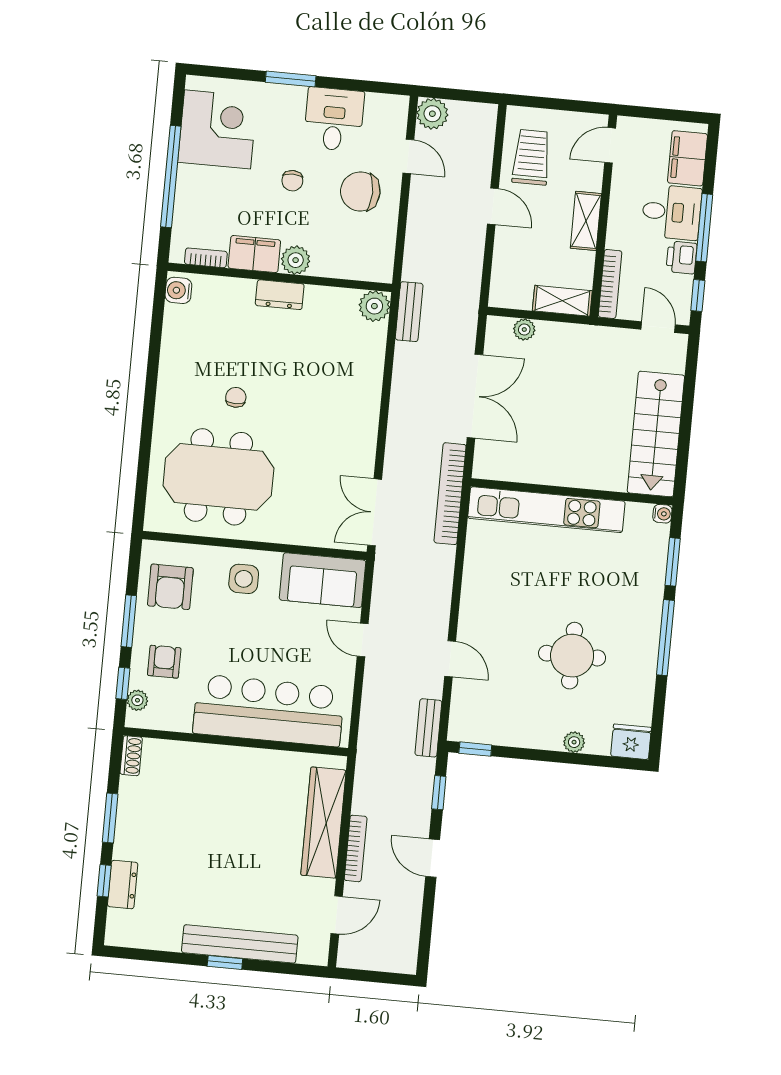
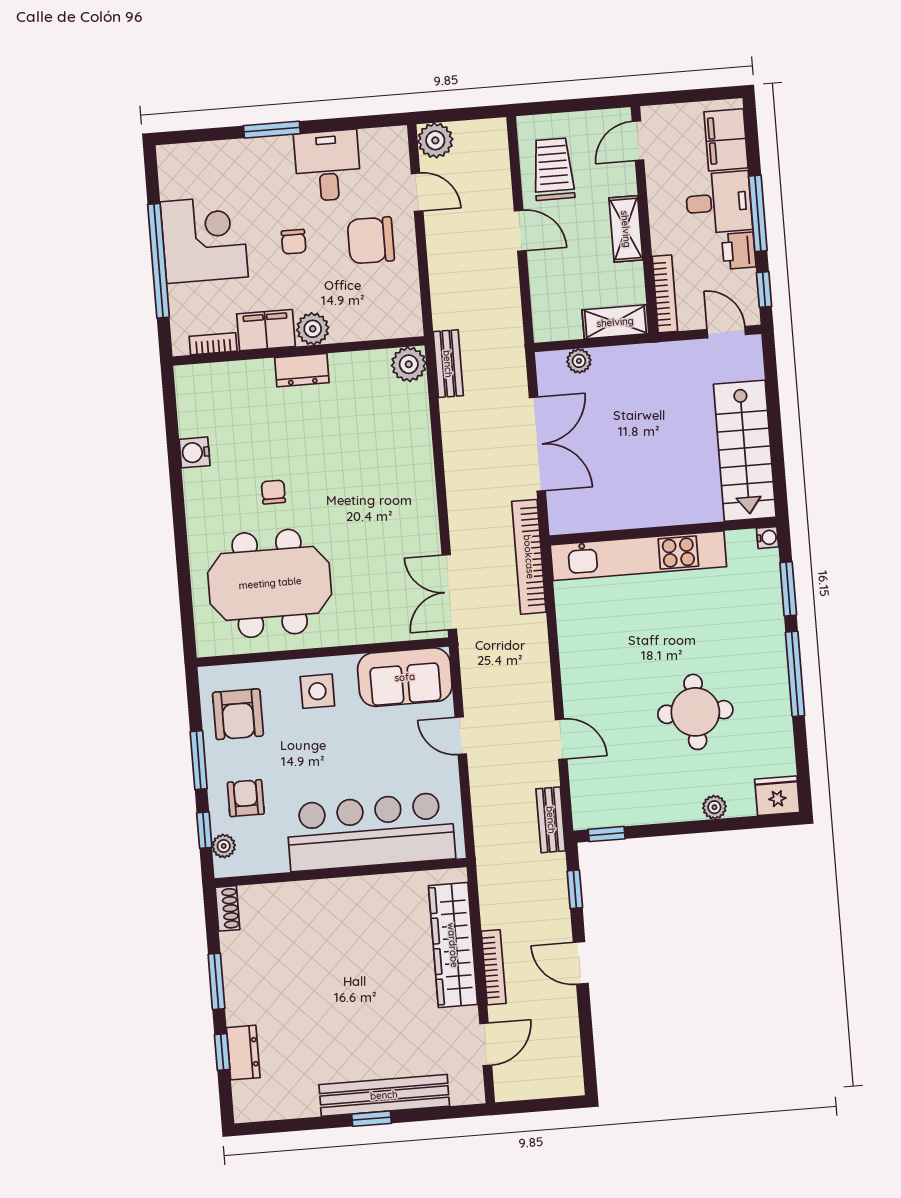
corner desk: (217, 129) -> (204, 239), moved
water cooler: (178, 290) -> (195, 452), moved

